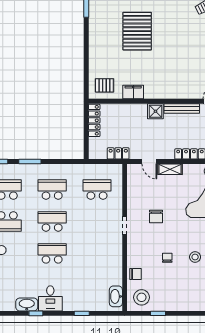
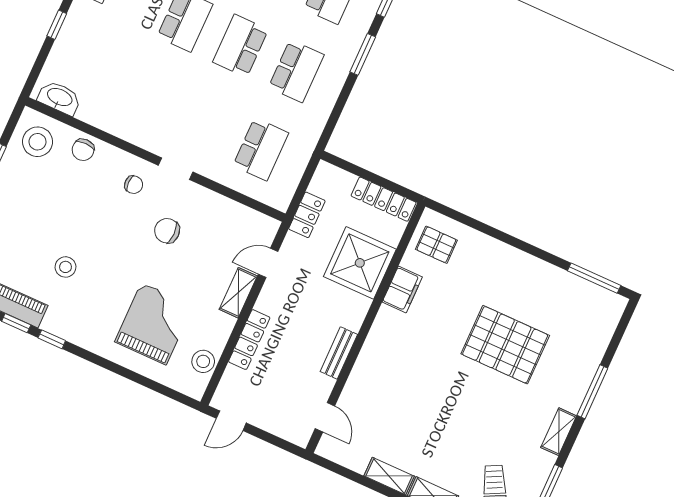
pallet: (104, 85) -> (436, 245), turned 90
bench: (182, 108) -> (339, 353), width x0.73
shower: (155, 111) -> (360, 263), moved, width x1.86, depth x1.86
school desk: (52, 221) -> (241, 46), turned 180
chair: (167, 258) -> (134, 185), moved

